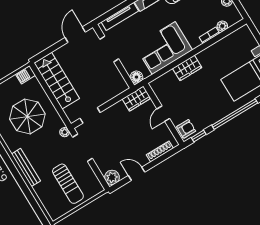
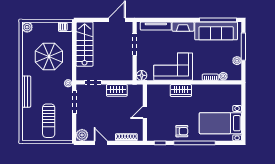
wardrobe: (136, 99) -> (117, 90), moved
armchair: (186, 129) -> (182, 131), moved

